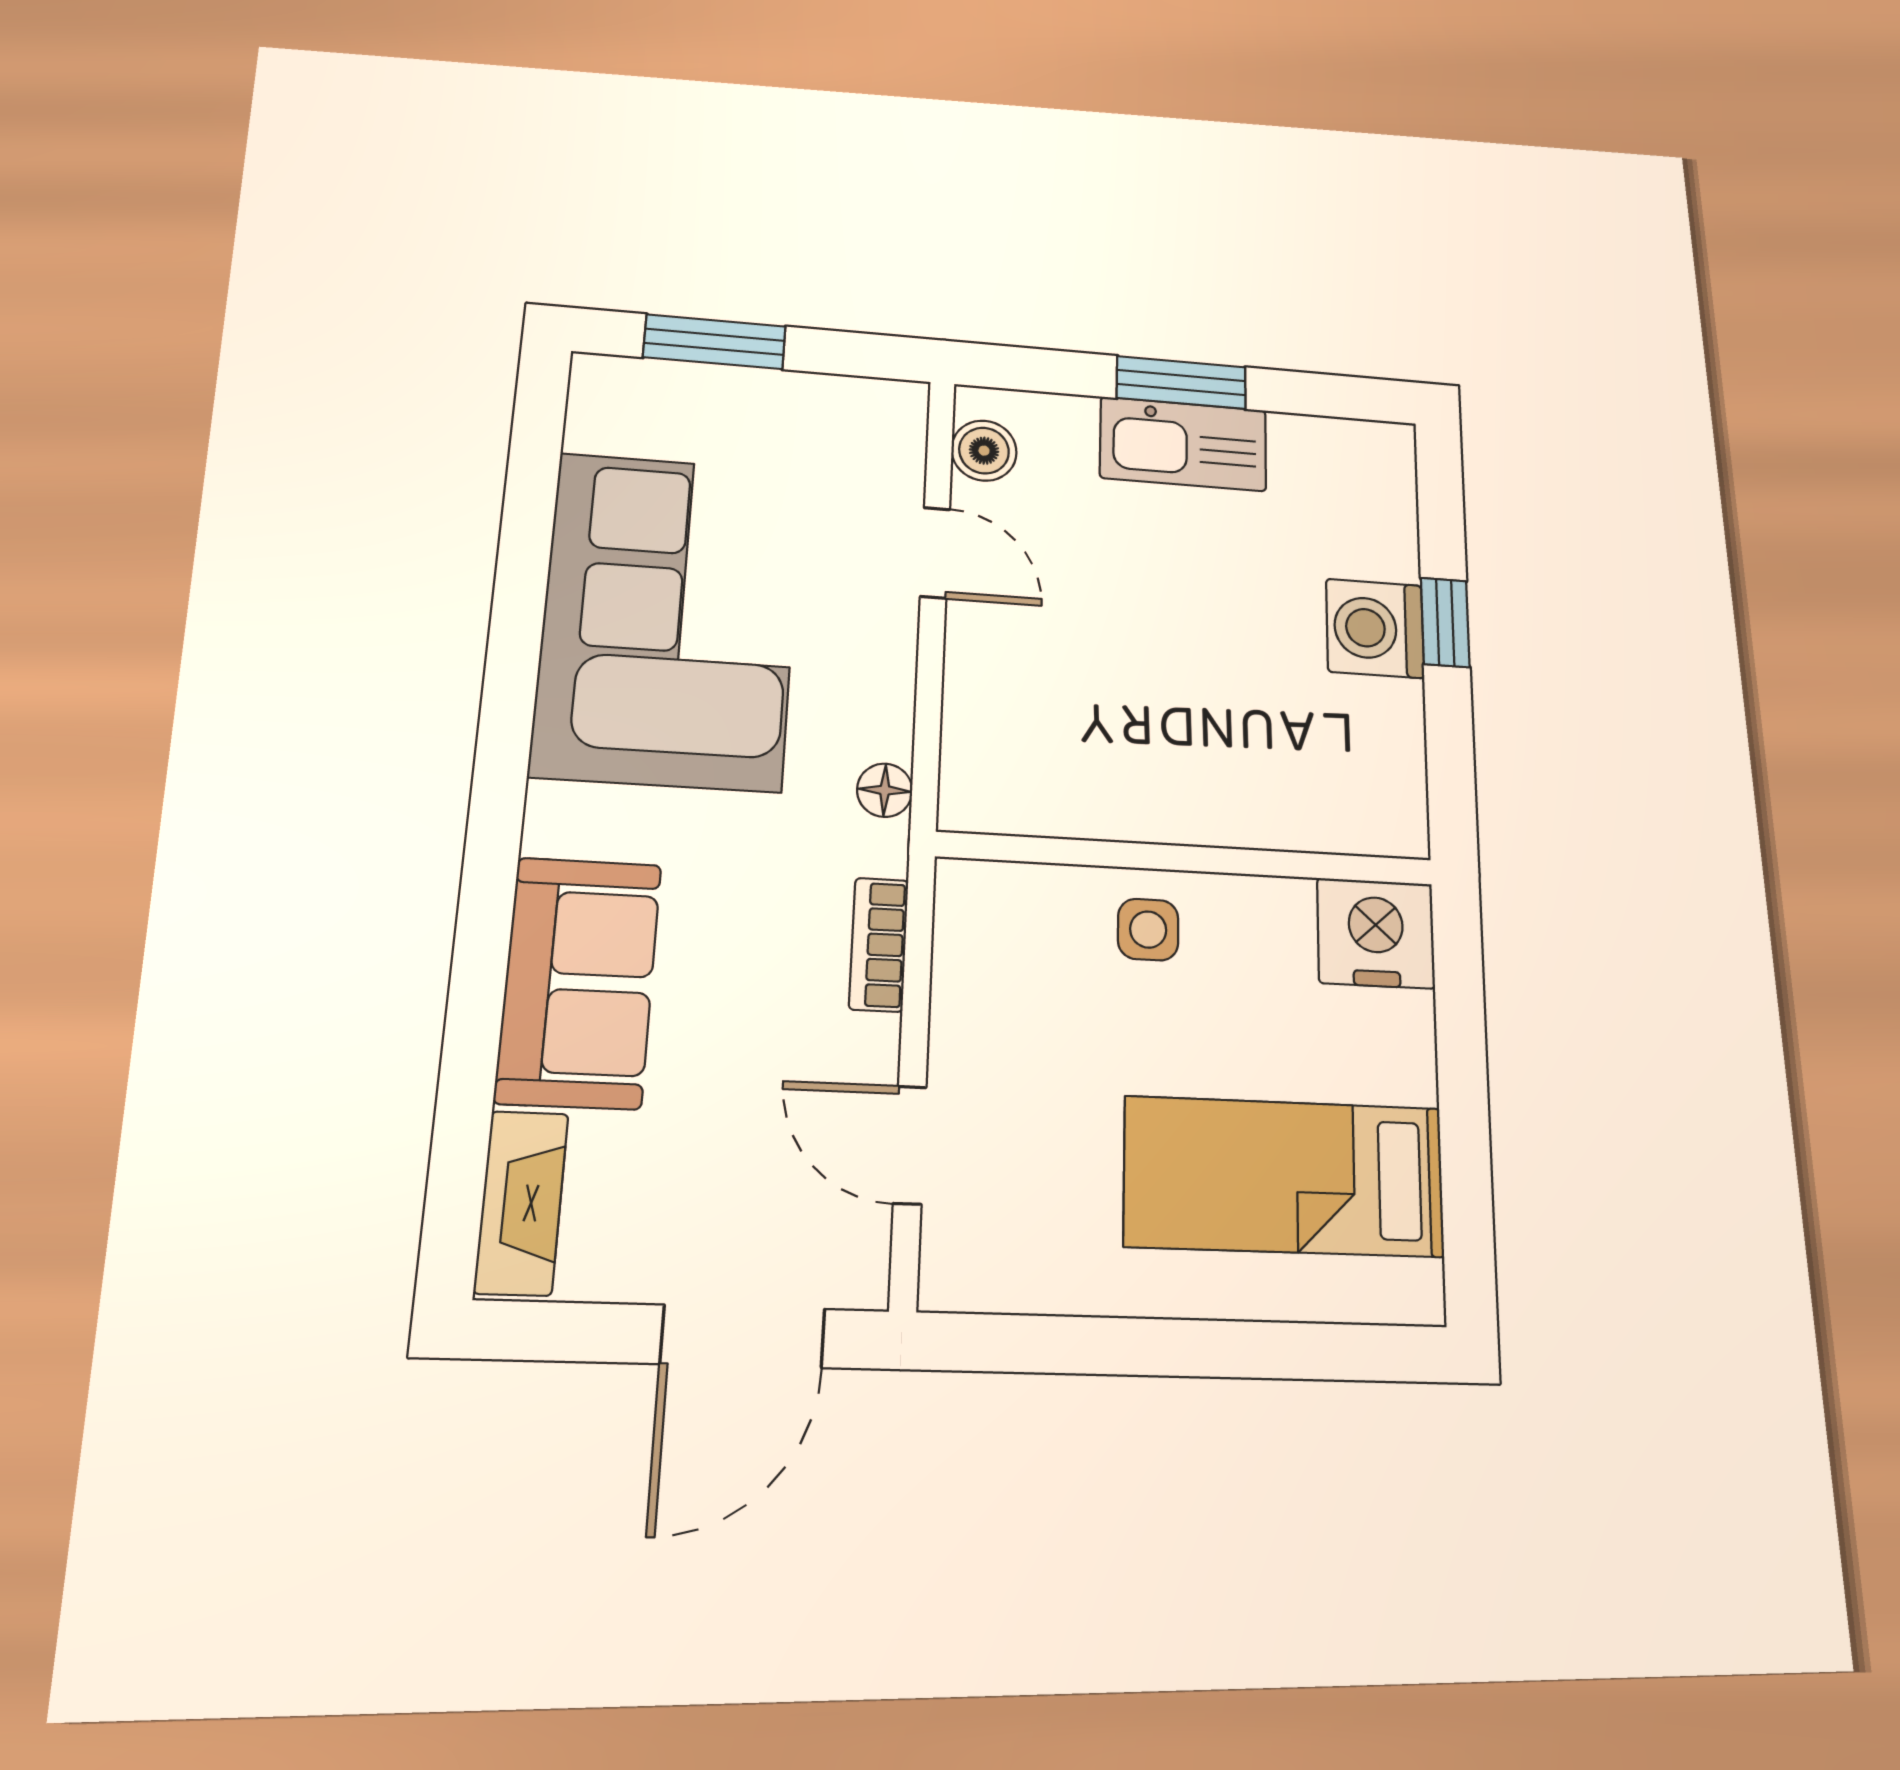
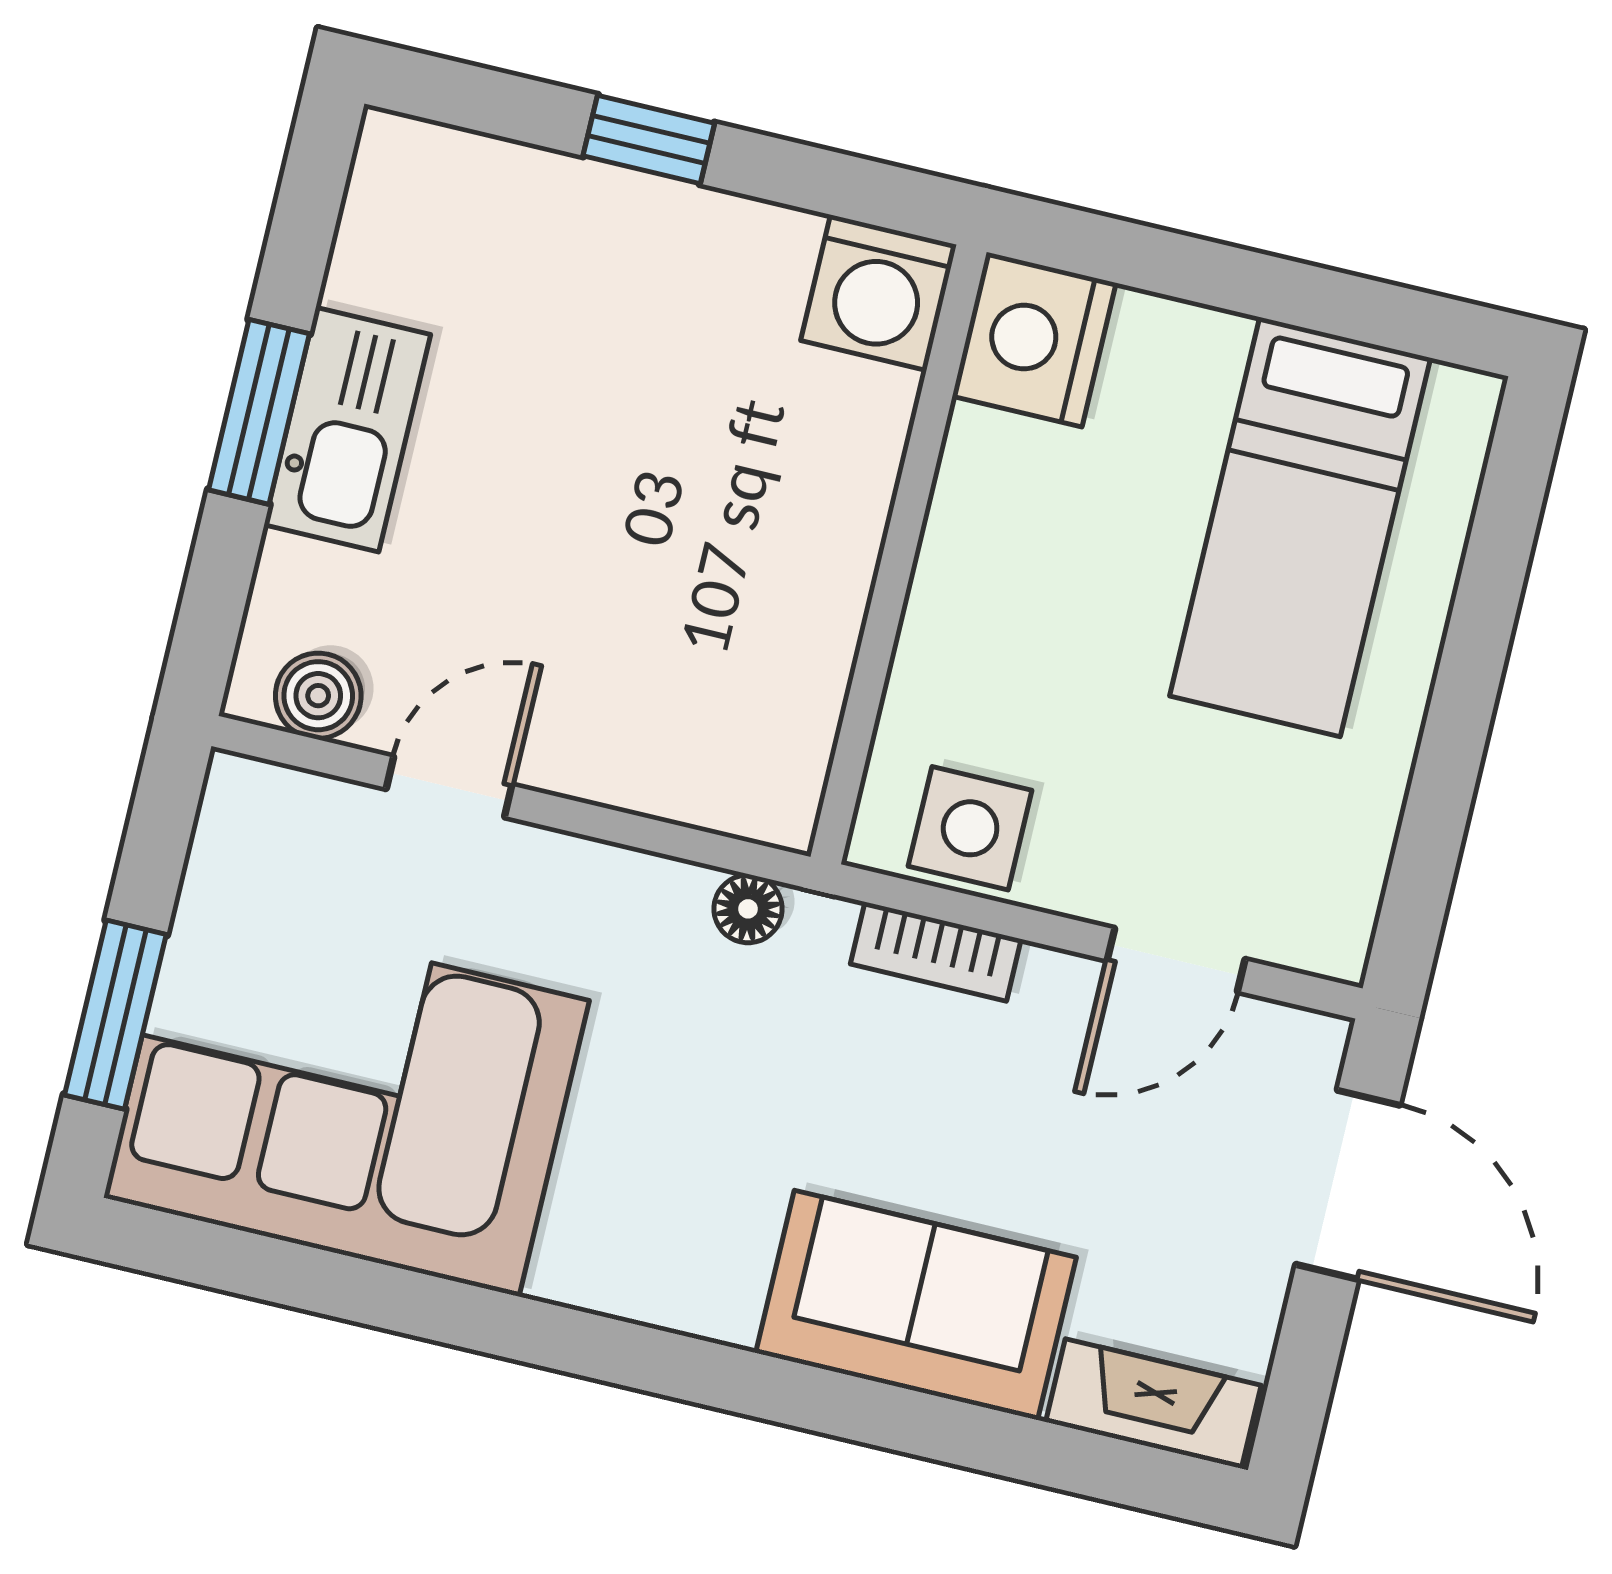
corner sofa: (669, 620) -> (347, 1099), moved
washing machine: (1375, 628) -> (879, 293), moved
side table: (1148, 930) -> (970, 828), moved, width x1.37, depth x1.37

